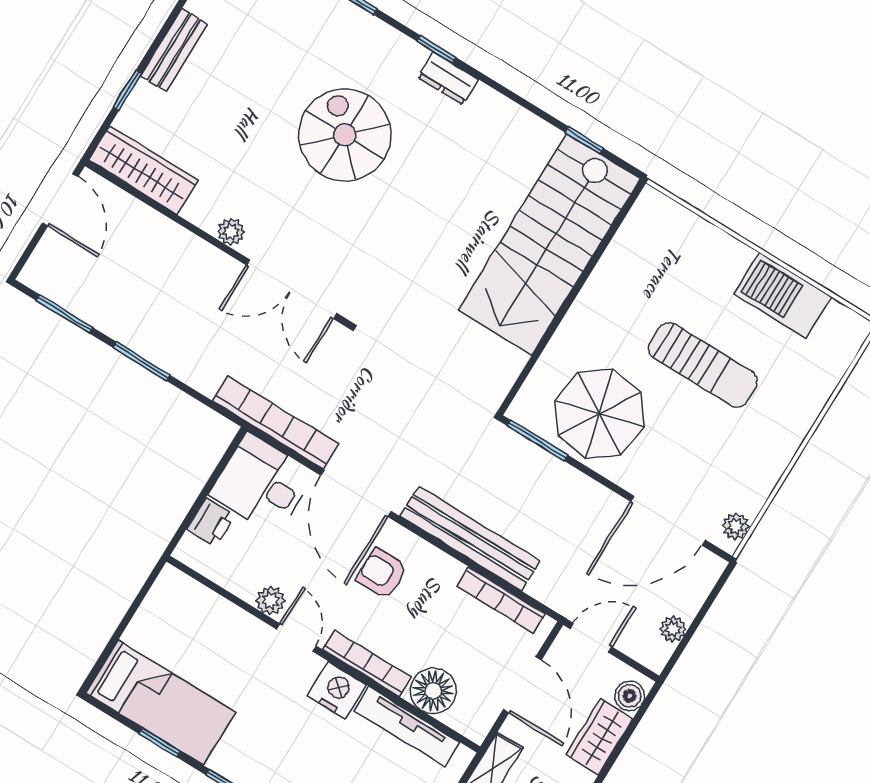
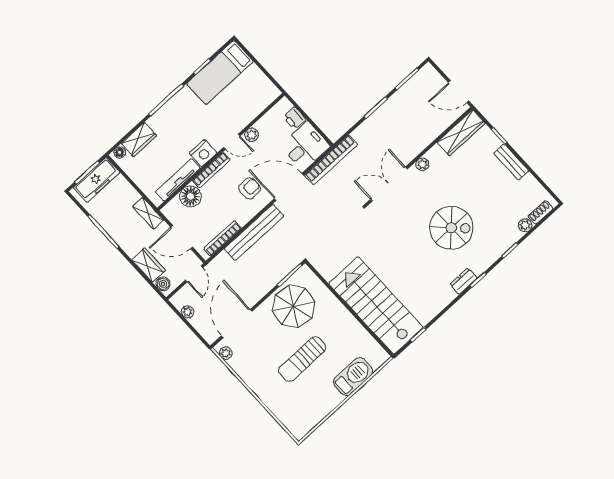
barbecue: (783, 295) -> (353, 377), moved

